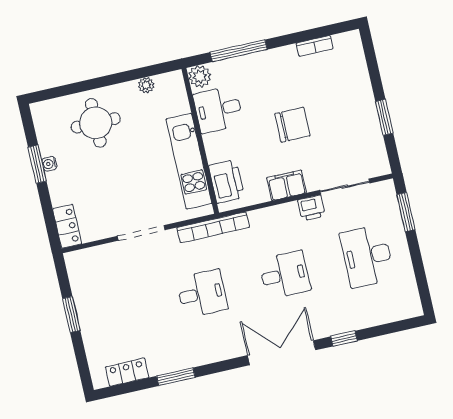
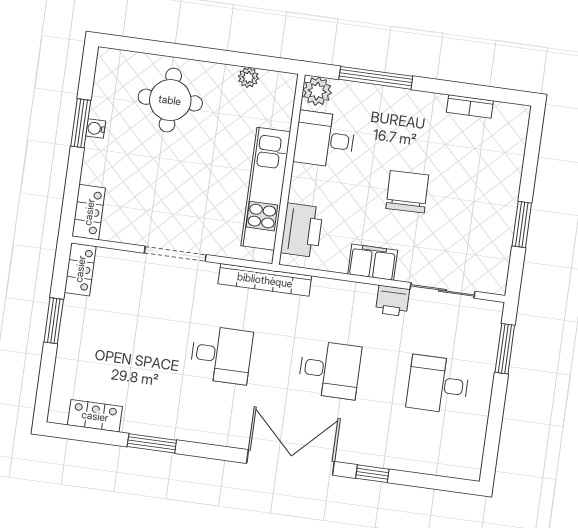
chair: (292, 125) -> (407, 192), turned -91
desk: (367, 256) -> (438, 384), width x0.73
locker: (77, 270) -> (80, 269), added

